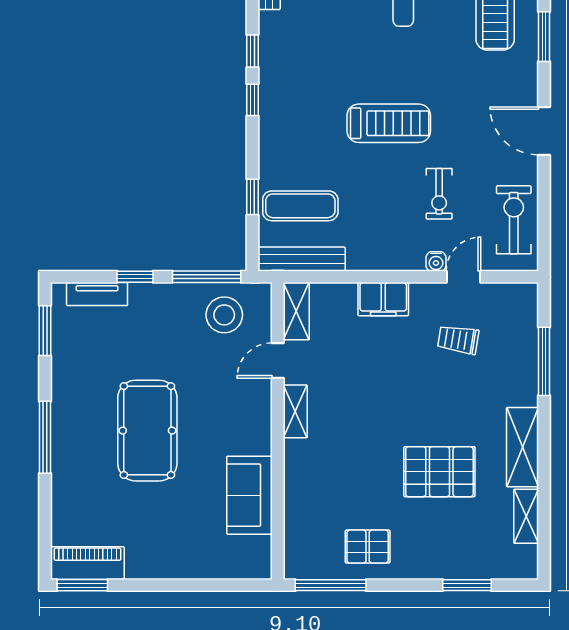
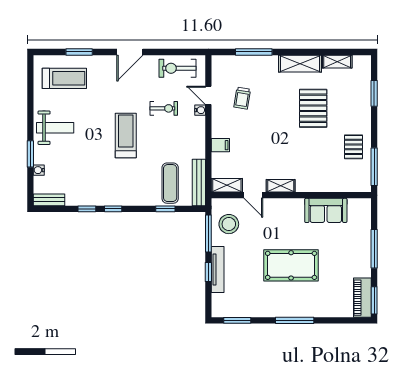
tv unit: (97, 294) -> (218, 269), moved, width x1.41
filing cabinet: (383, 299) -> (220, 145), width x0.50
window: (178, 585) -> (374, 249), added

